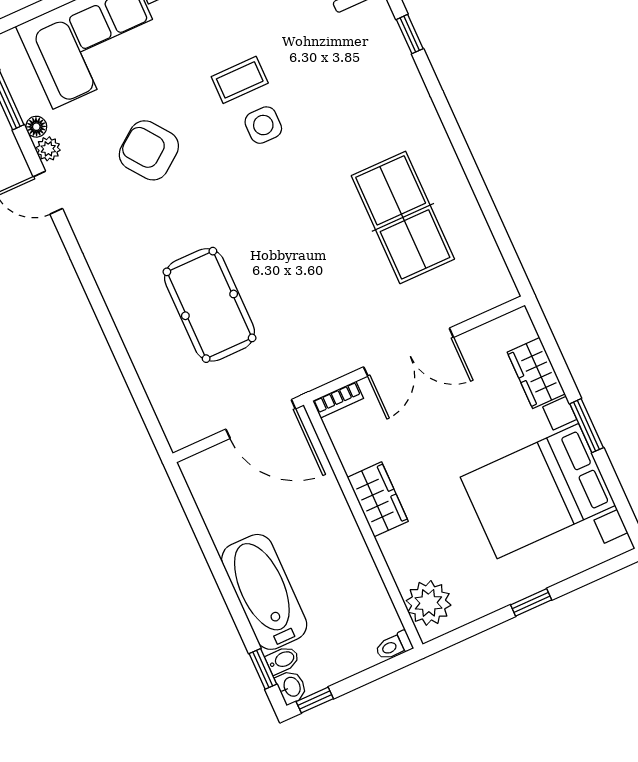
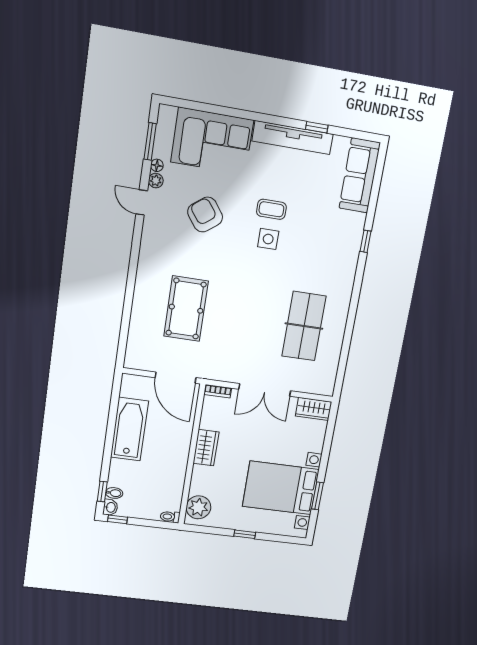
wardrobe: (536, 373) -> (314, 409), moved, turned -90
window: (587, 426) -> (318, 496), moved
bathtub: (264, 592) -> (129, 429), moved

